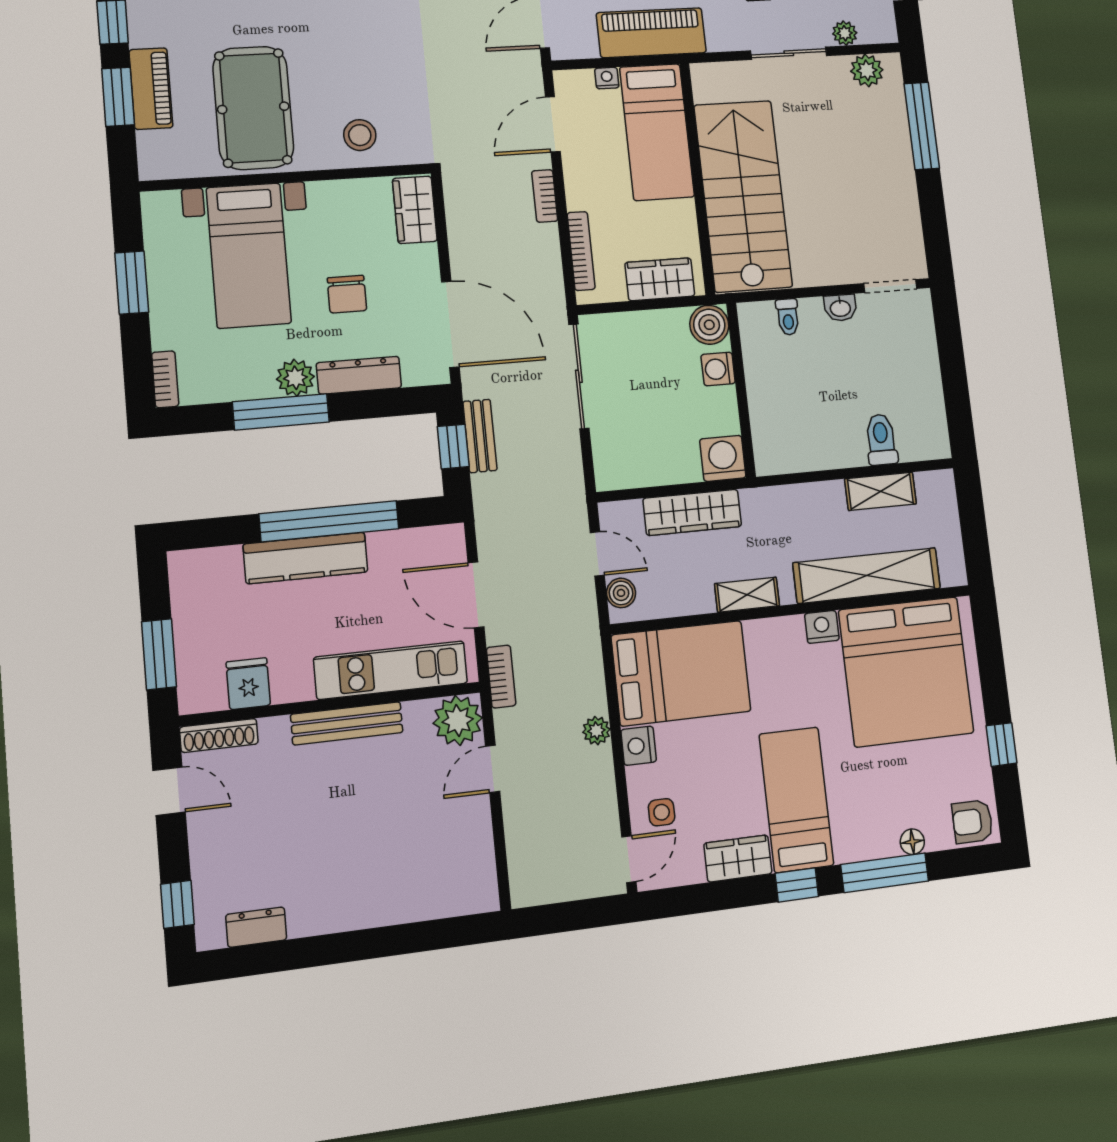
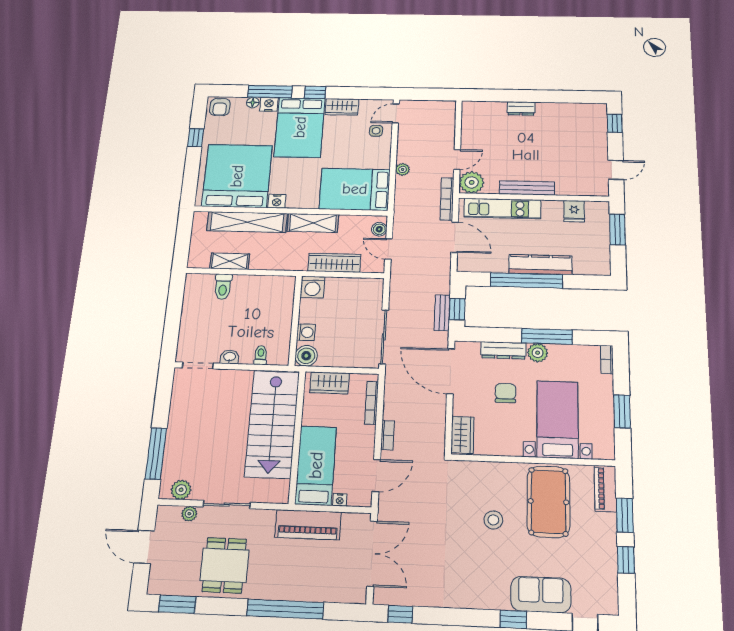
piano: (151, 89) -> (605, 489), moved
stool: (360, 135) -> (493, 520), moved
shelving: (747, 595) -> (313, 223), width x1.50, depth x1.33
bookcase: (501, 677) -> (447, 199), width x1.56
shoe rack: (219, 735) -> (590, 190), removed
nightstand: (639, 746) -> (269, 104), moved, turned -90
door: (169, 791) -> (616, 170), swing flipped
bed: (796, 800) -> (300, 127), width x1.50
armchair: (972, 821) -> (220, 107), turned 90
dresser: (256, 927) -> (521, 108), moved

